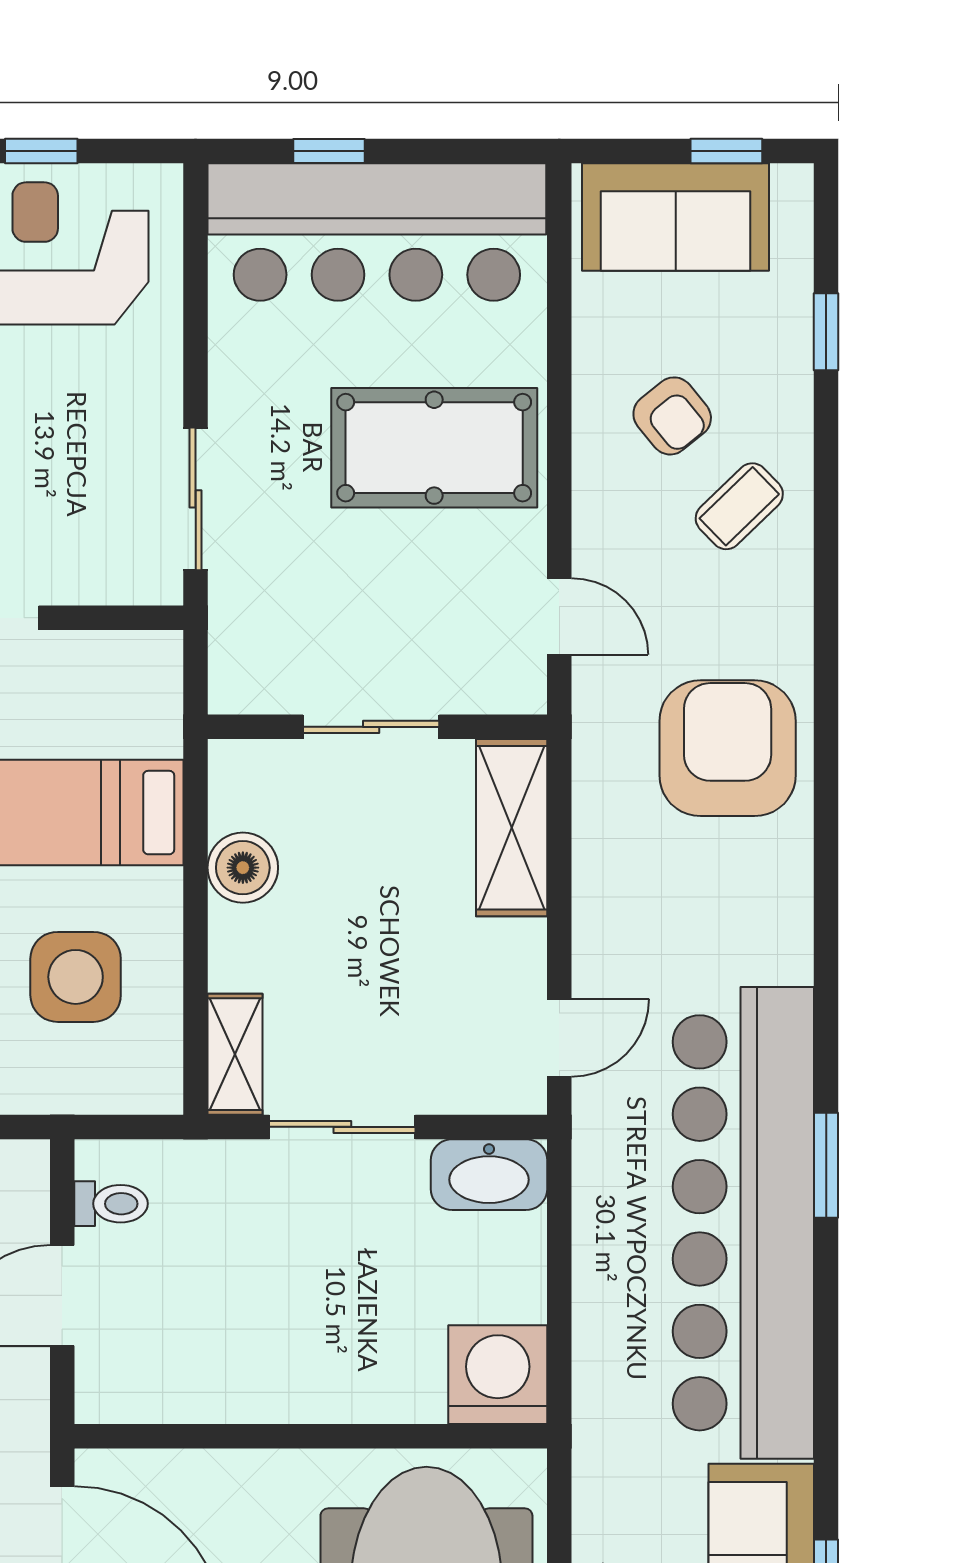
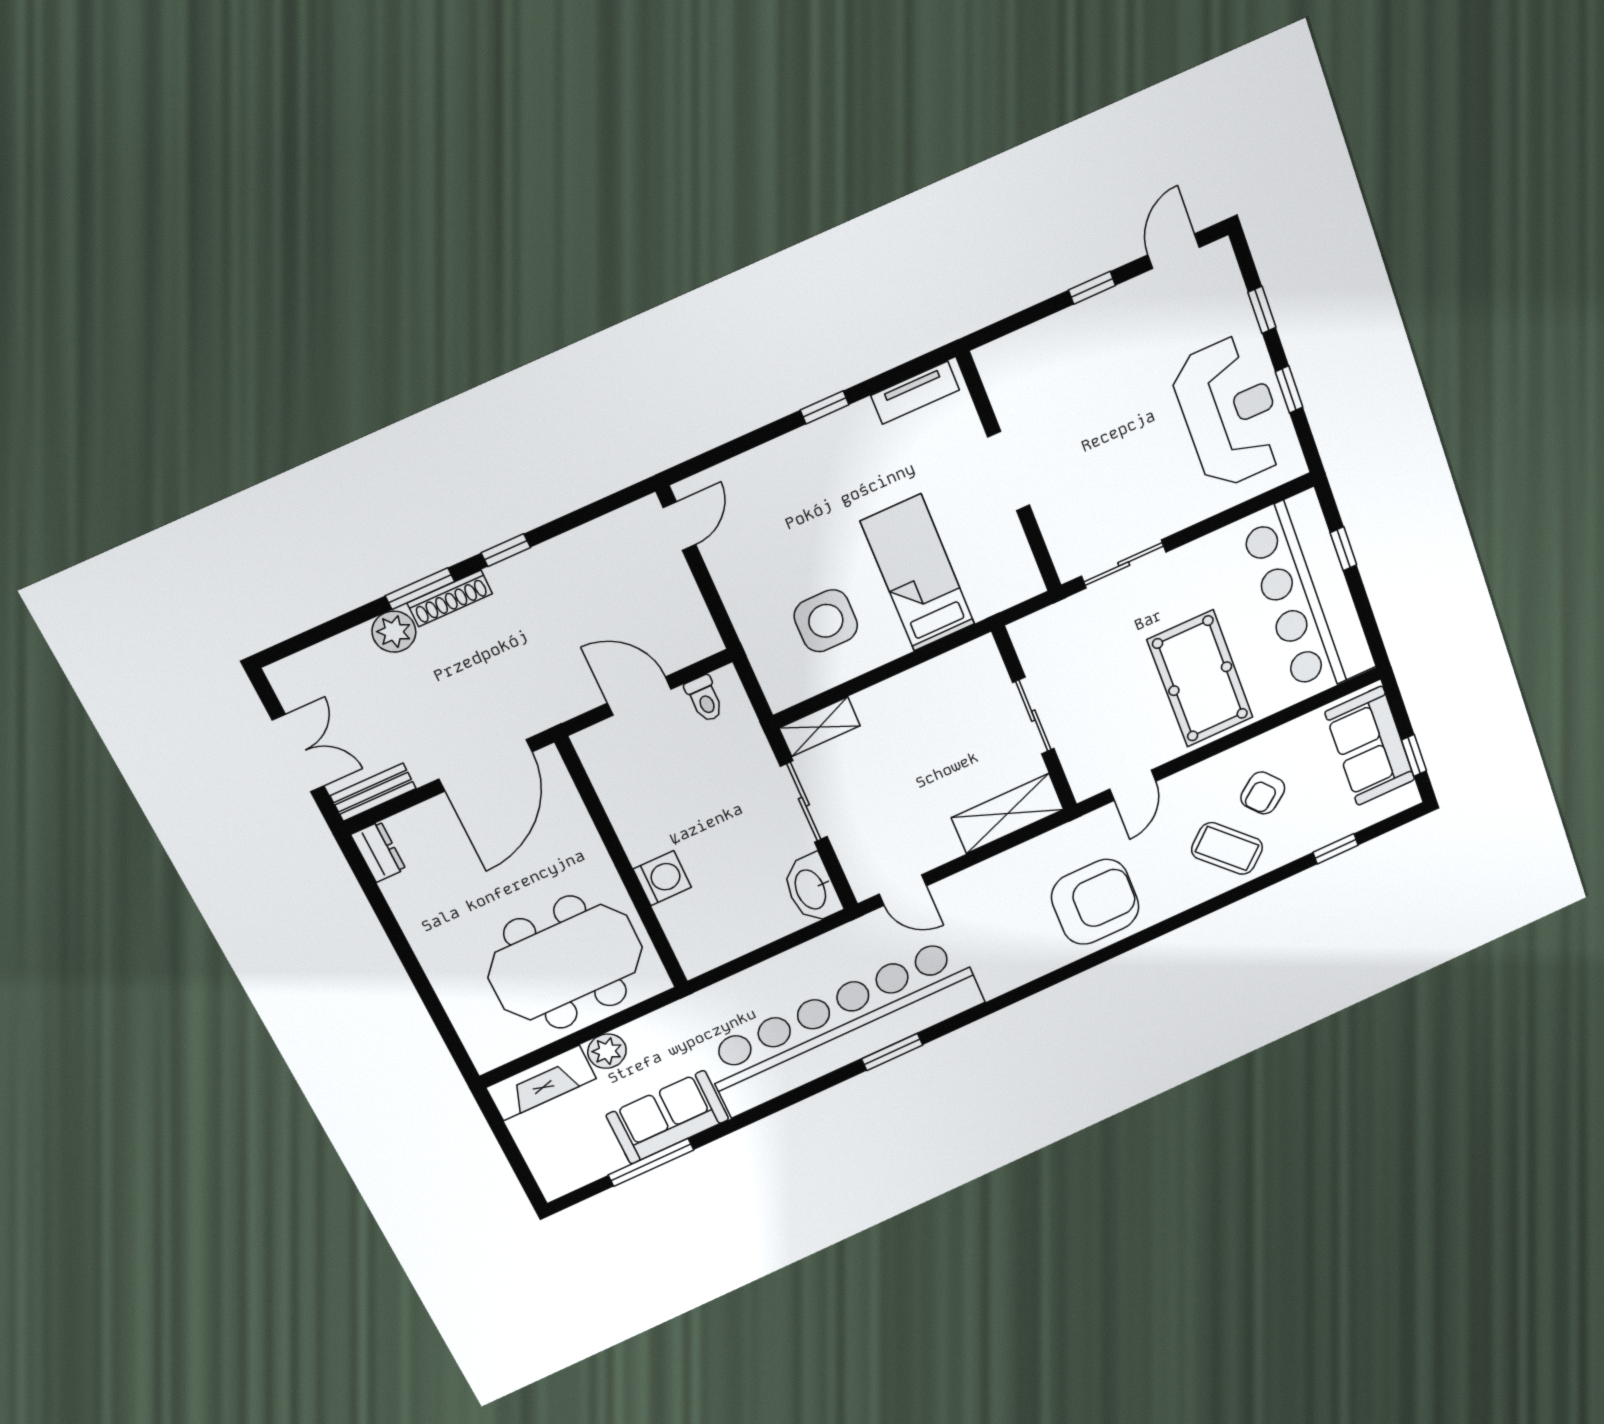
coffee table: (739, 506) -> (1227, 848), width x1.36, depth x1.30
boiler: (243, 868) -> (927, 683), removed
washing machine: (498, 1375) -> (662, 878), moved, width x0.73, depth x0.73

